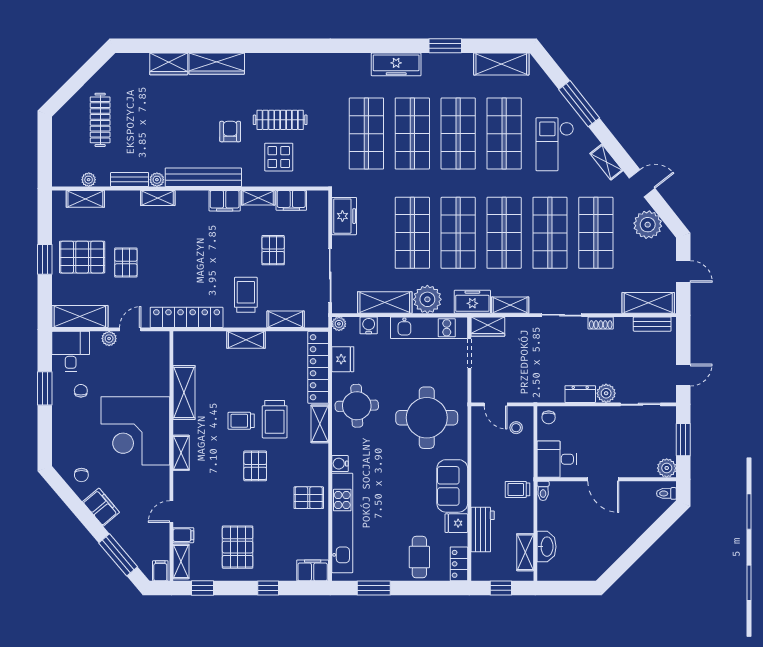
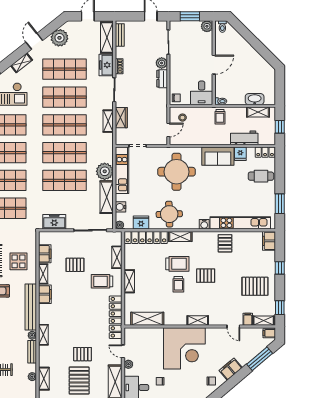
freezer: (472, 302) -> (106, 65), moved
wardrobe: (488, 327) -> (121, 118), moved
shelving: (184, 392) -> (147, 319), moved

